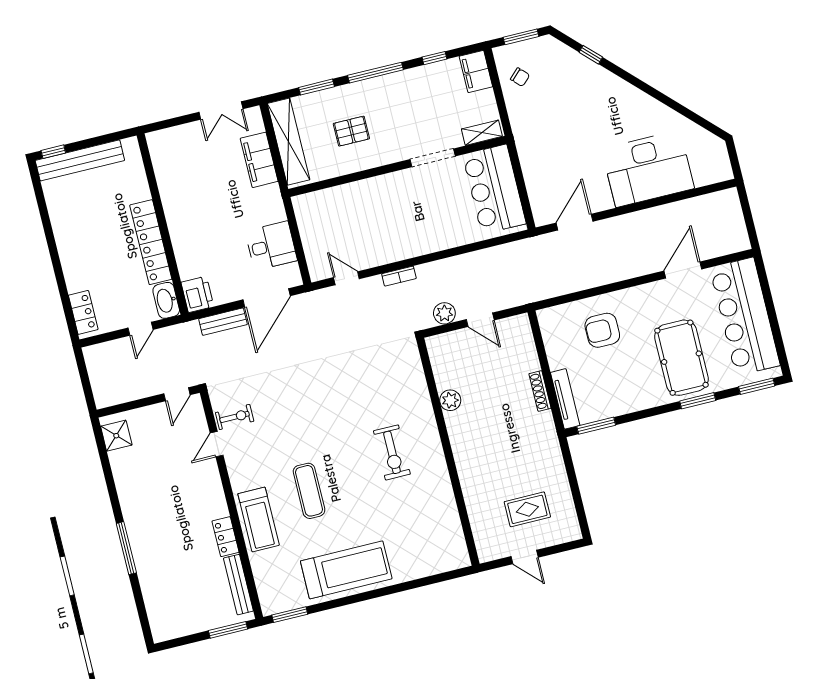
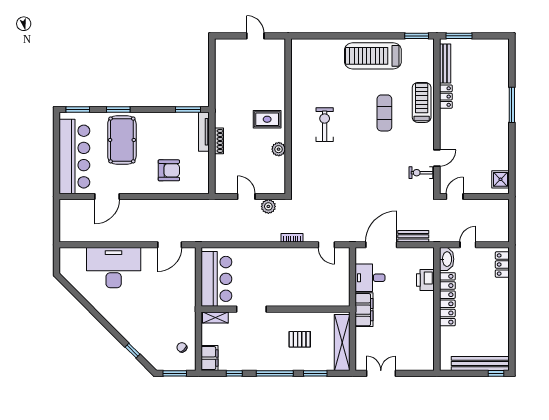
filing cabinet: (259, 160) -> (364, 310), moved
printer: (197, 294) -> (425, 280), moved
rug: (527, 509) -> (267, 119), moved

